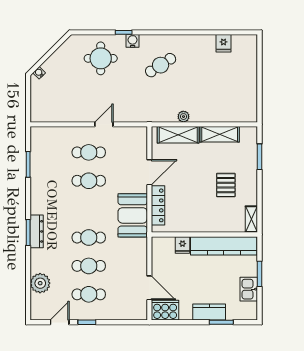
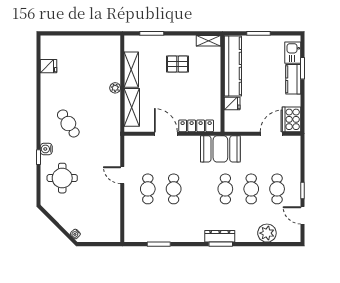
plant: (183, 117) -> (115, 88), moved
booth: (133, 215) -> (220, 149), moved
kitchen sink: (249, 289) -> (293, 53), moved, turned 90

